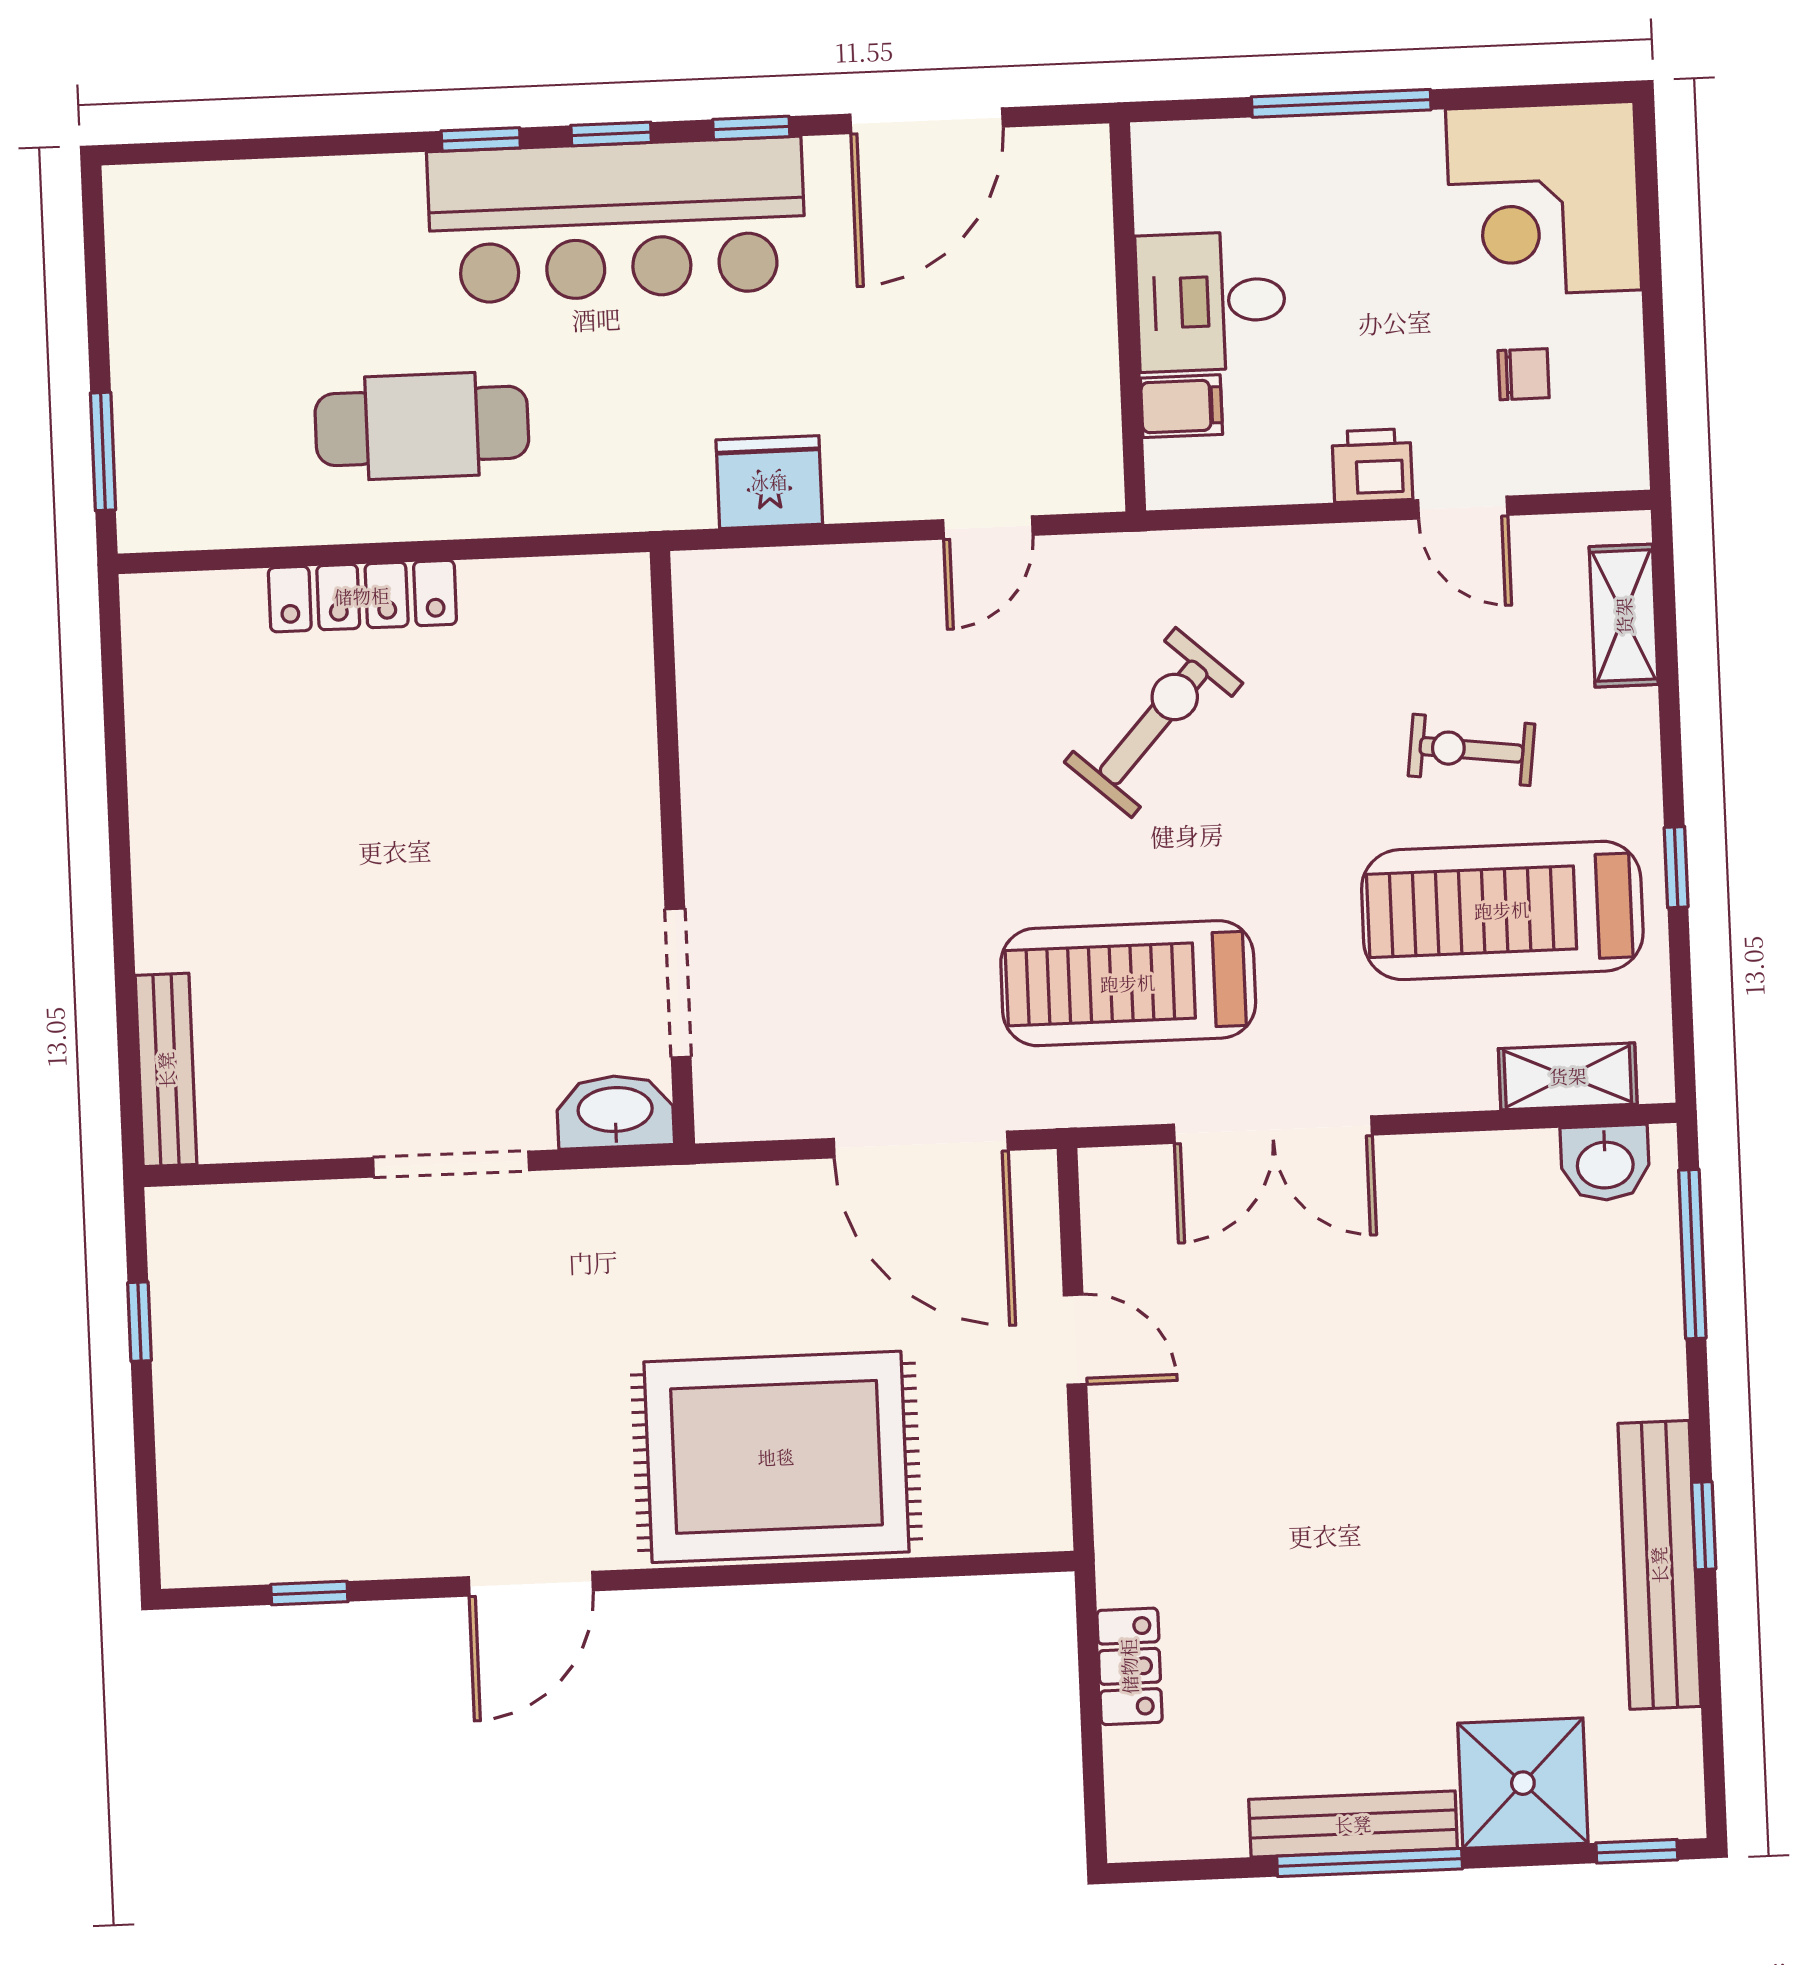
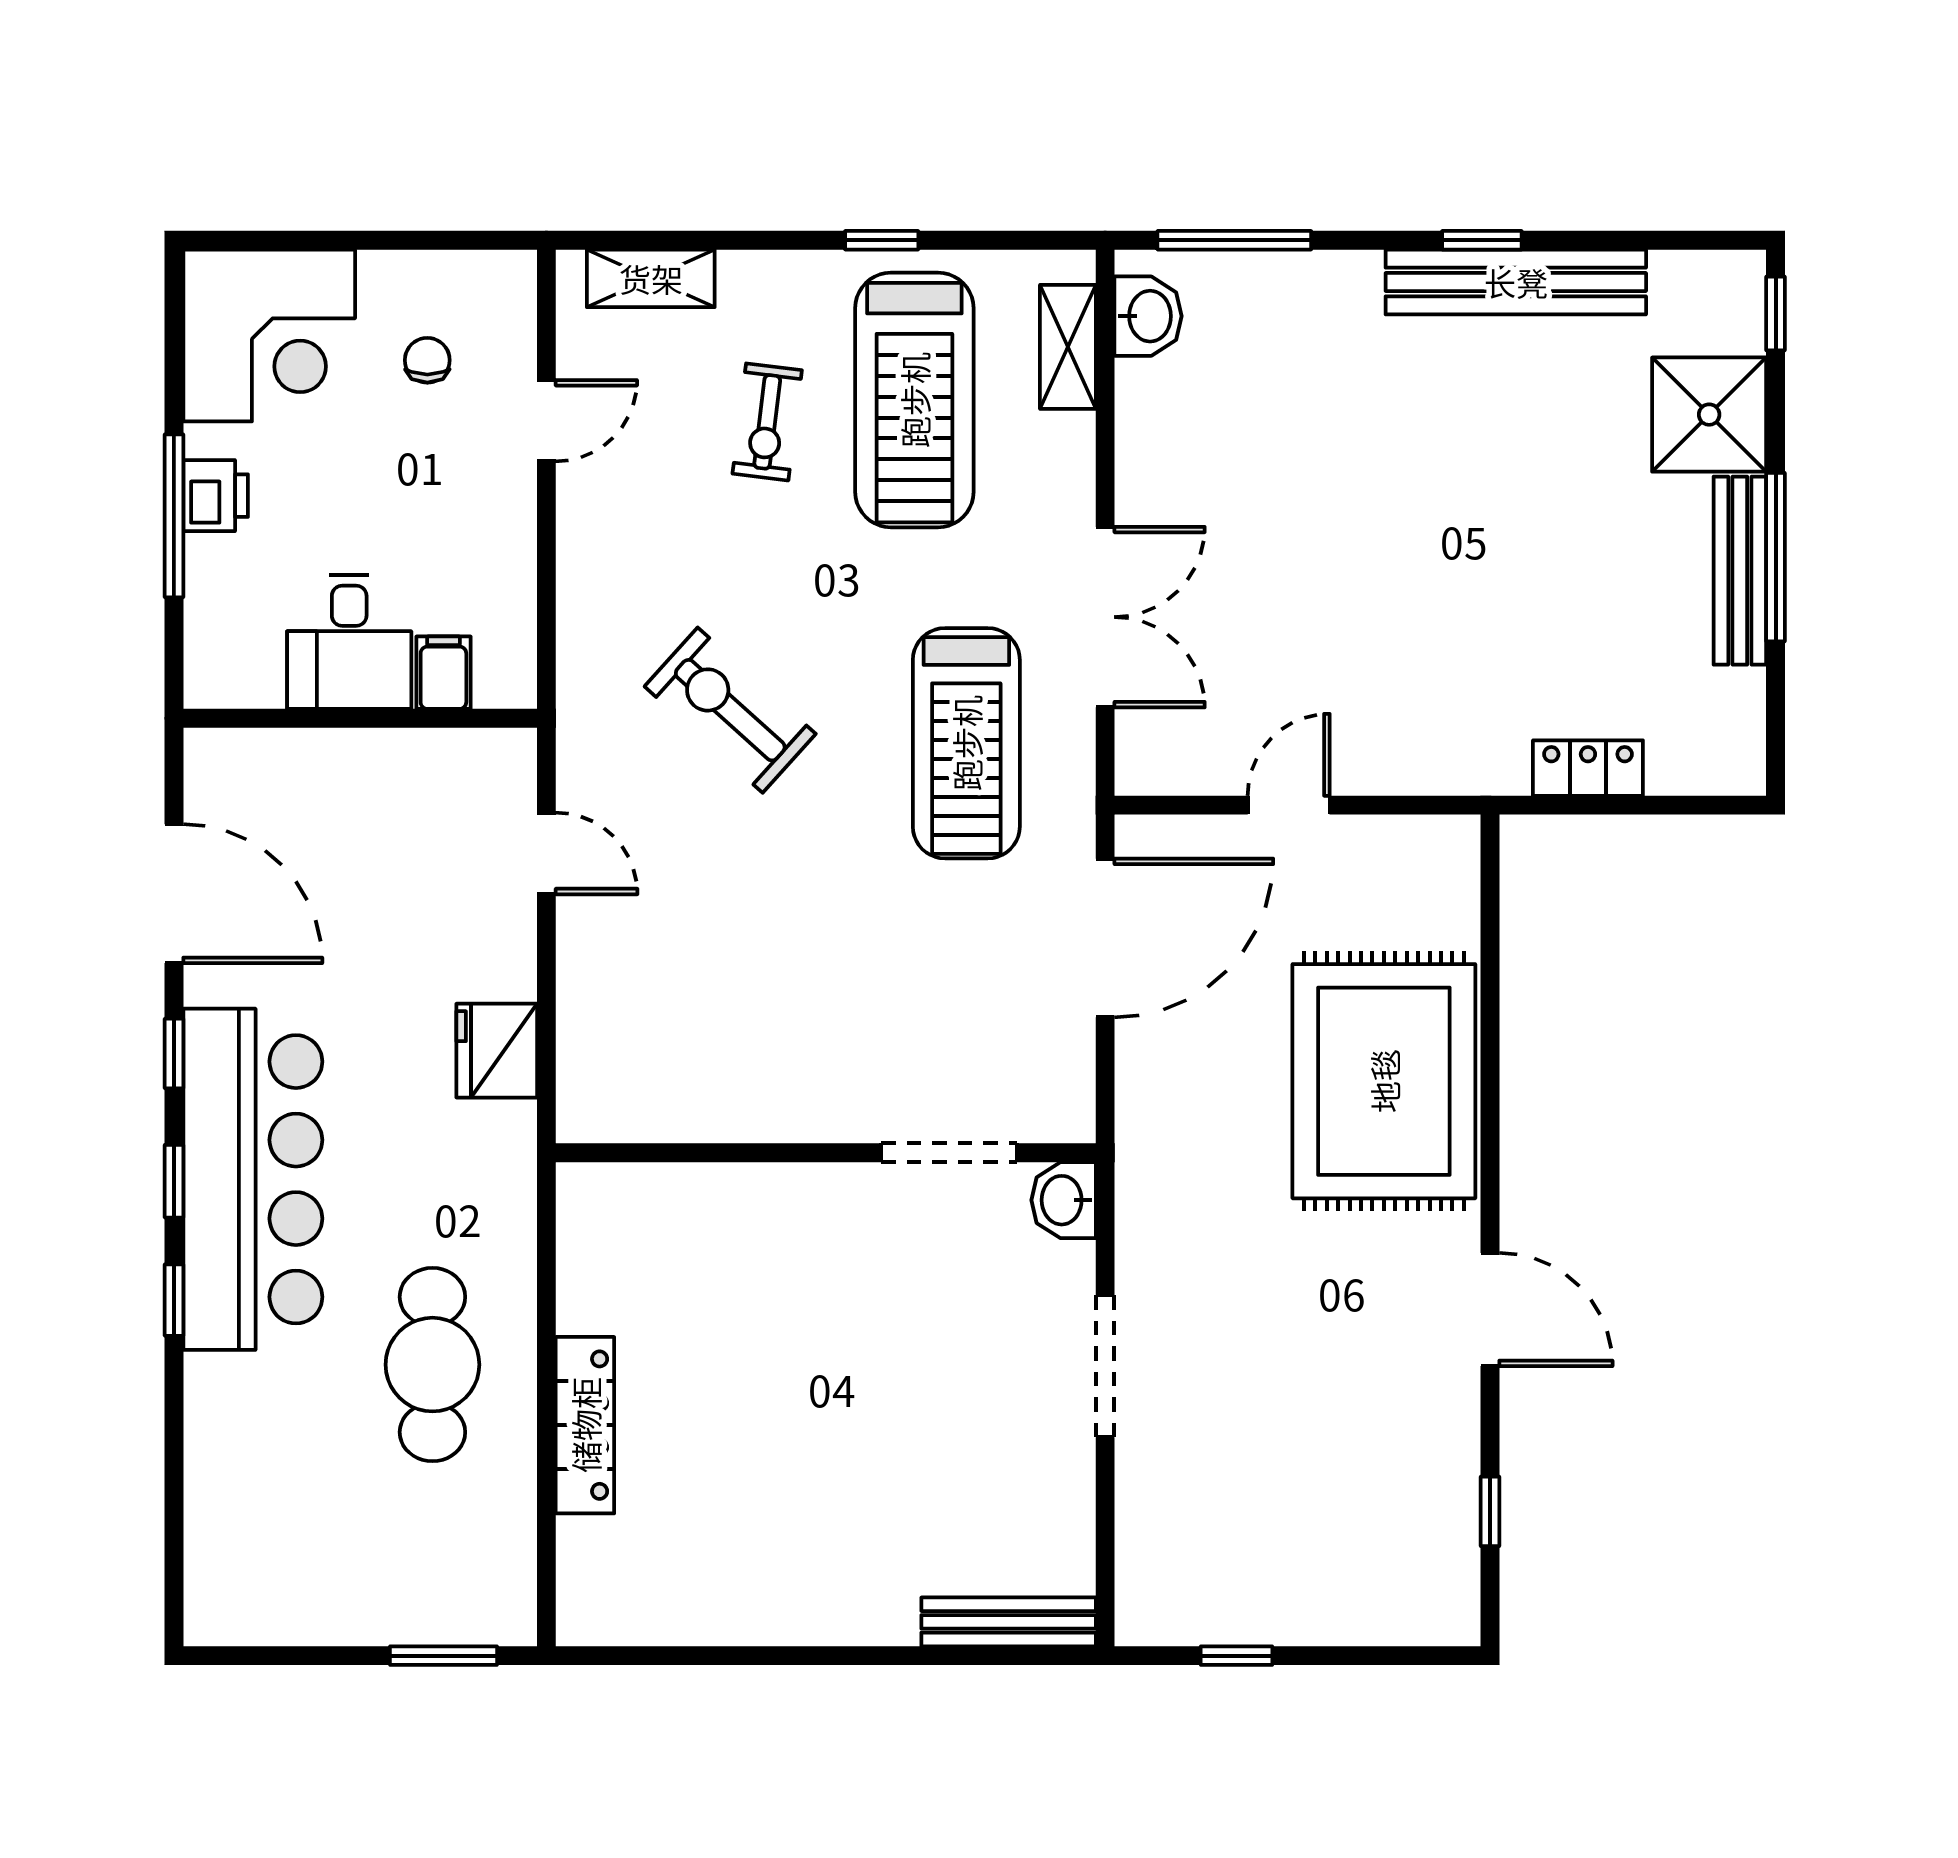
printer: (1372, 466) -> (216, 496), moved, turned 180
washbasin: (615, 1112) -> (1064, 1200), width x0.72

